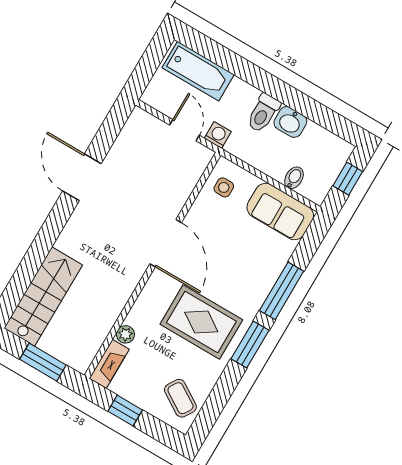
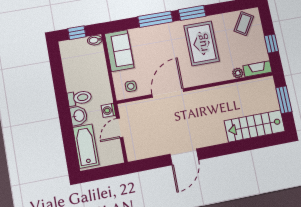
washbasin: (290, 122) -> (79, 116), moved
bidet: (294, 178) -> (95, 40), moved
door: (166, 243) -> (168, 93), moved

